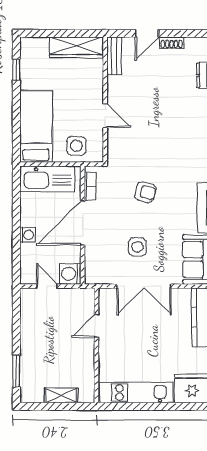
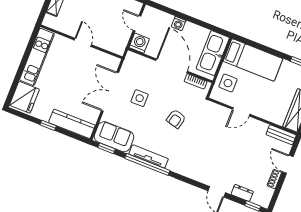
door: (47, 286) -> (137, 23), swing flipped
door: (96, 326) -> (83, 42), moved

